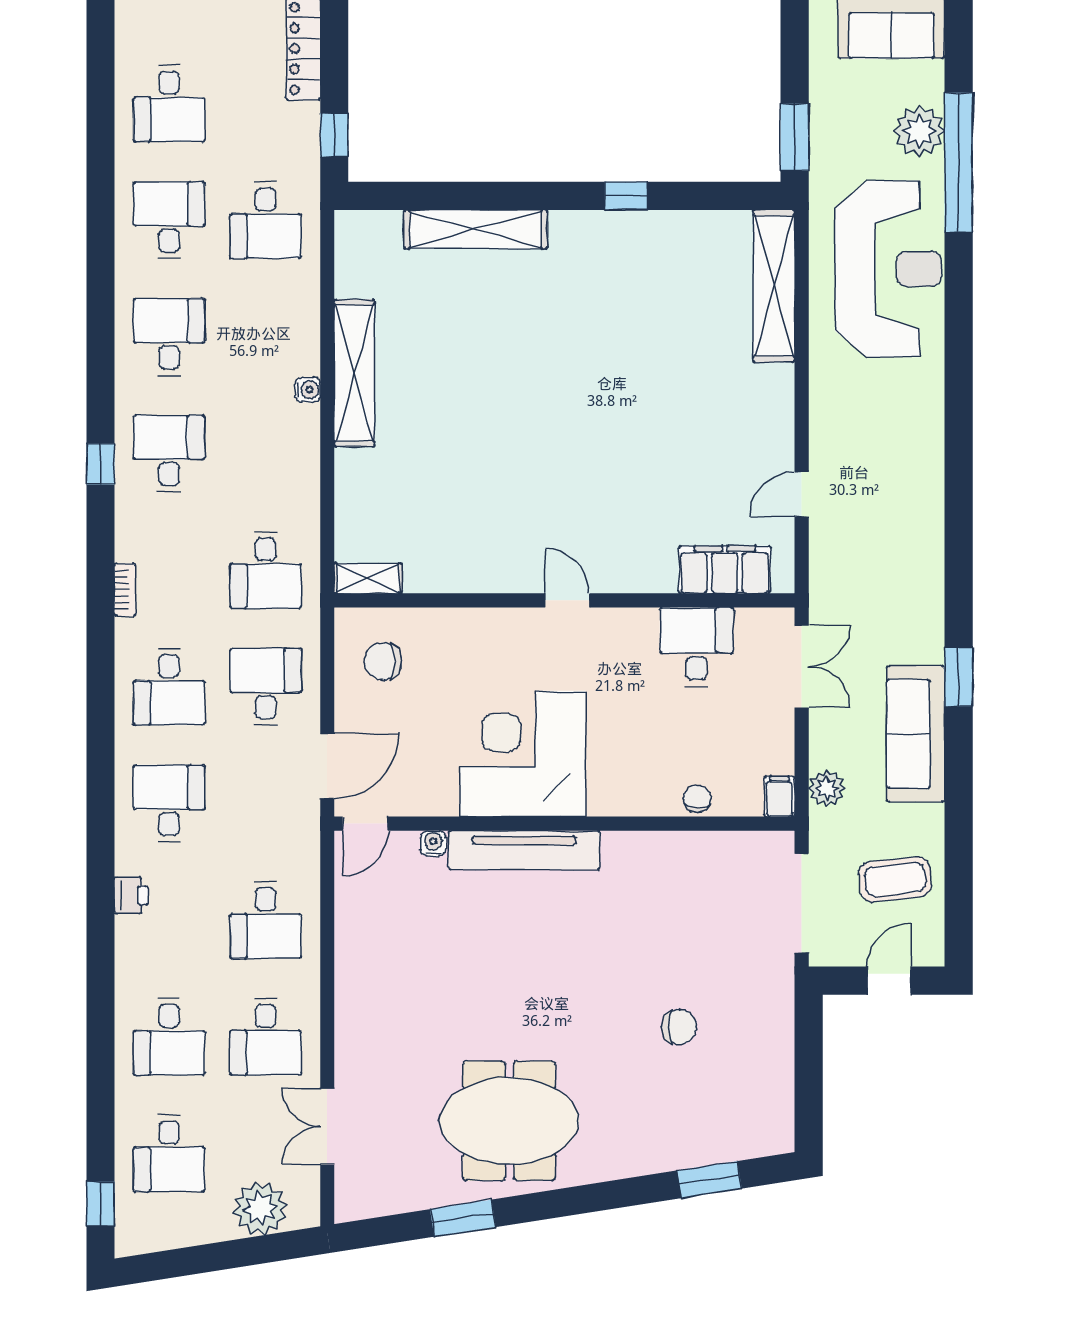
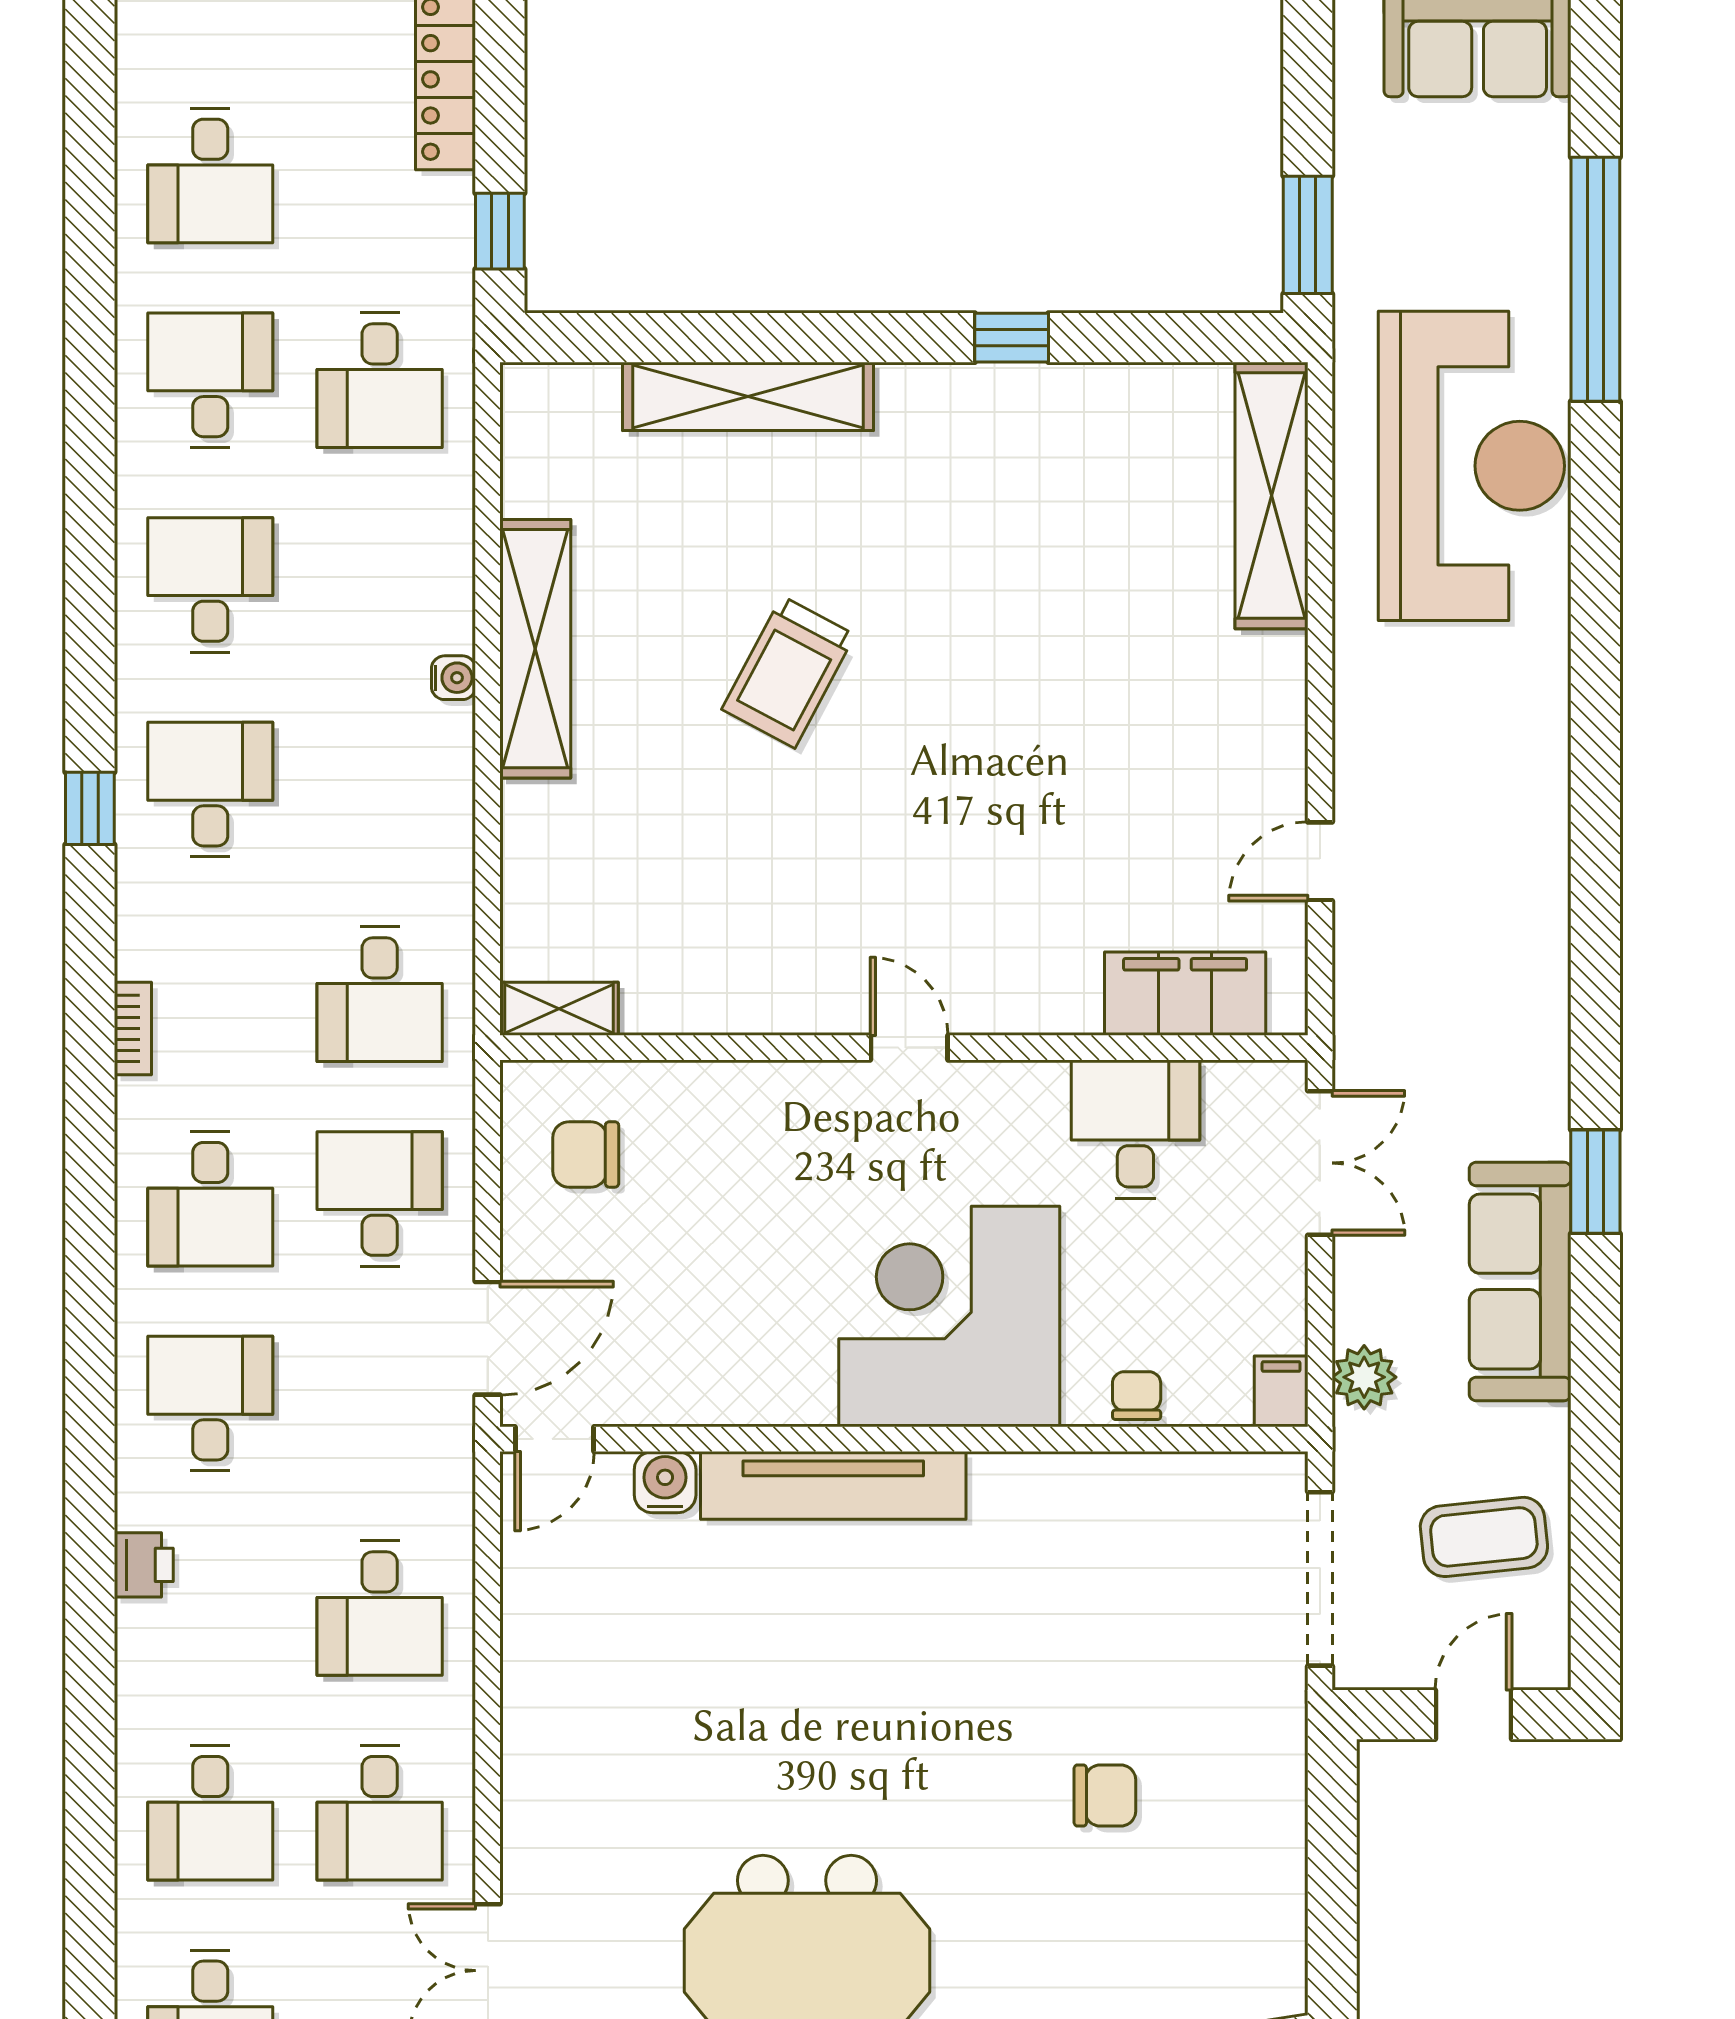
plant: (919, 131) -> (1526, 224), removed
trolley: (499, 386) -> (788, 672), added
corner desk: (523, 754) -> (949, 1317), moved
water cooler: (433, 843) -> (665, 1482), width x1.38, depth x1.38

